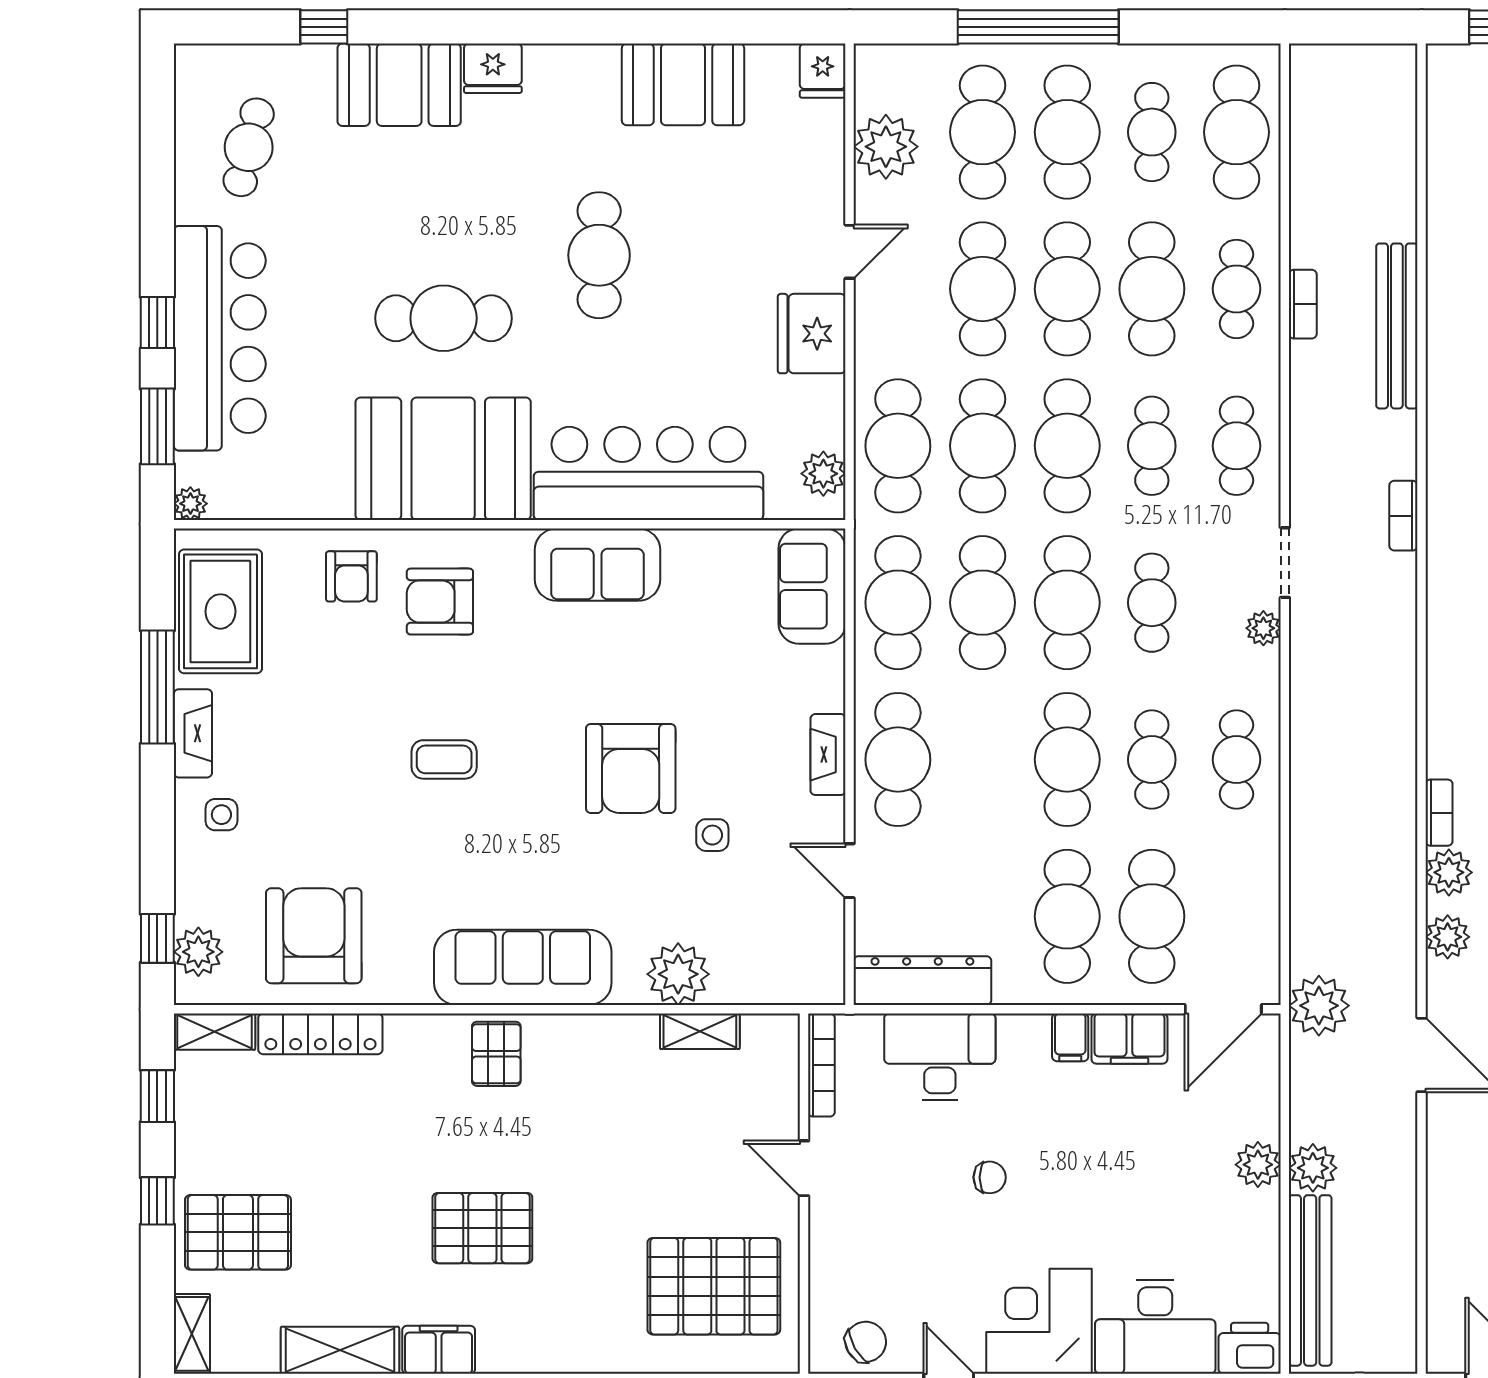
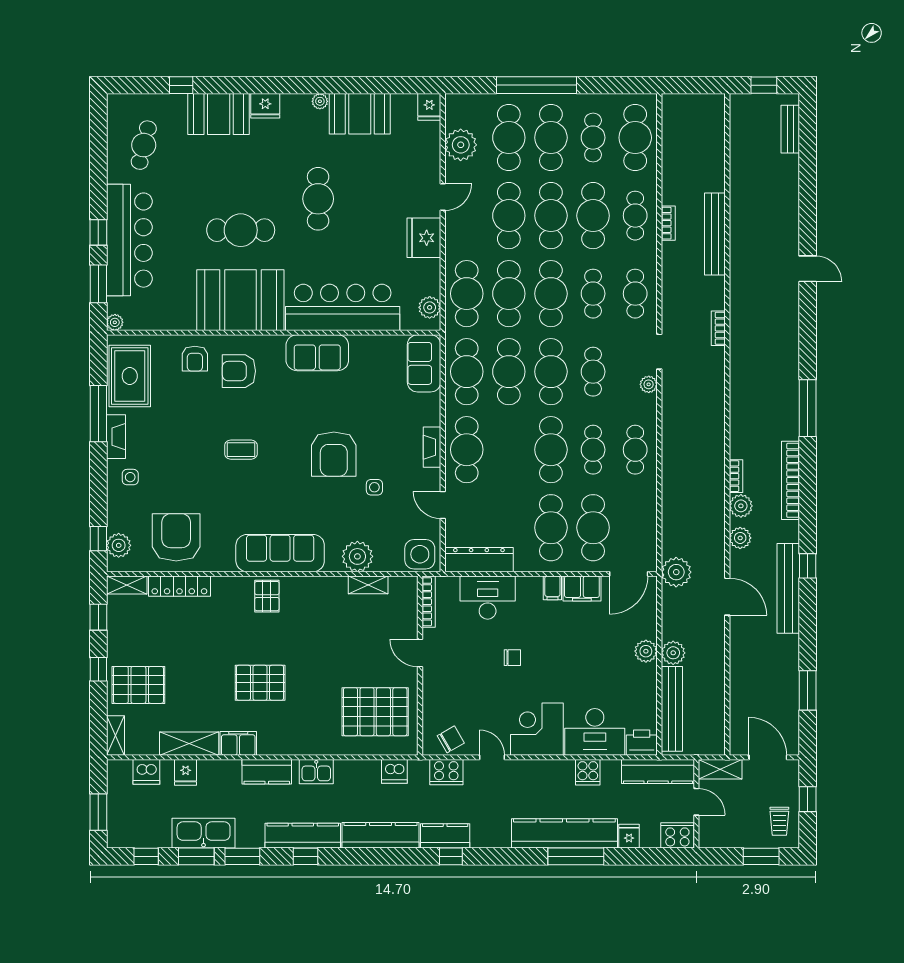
plant: (603, 59) -> (320, 101), added
side table: (804, 970) -> (420, 554), added

